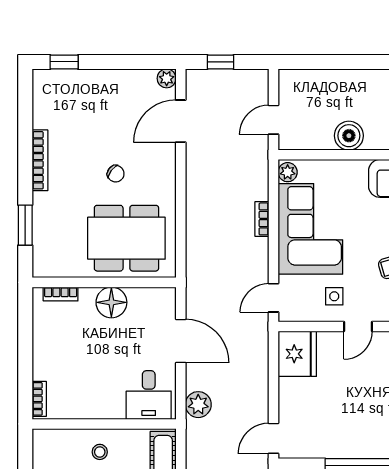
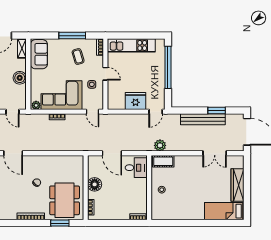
dining table: (126, 238) -> (65, 200), moved
door: (181, 341) -> (112, 153), swing flipped
fridge: (297, 354) -> (136, 101), moved
plant: (198, 405) -> (160, 145), moved
door: (273, 438) -> (156, 112), hinge flipped

